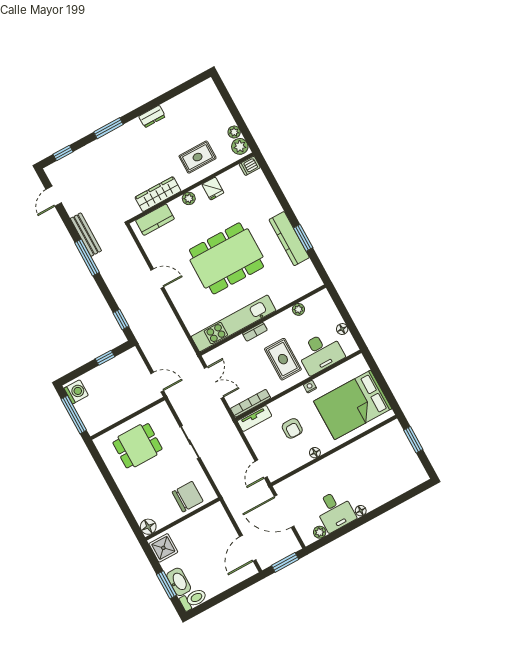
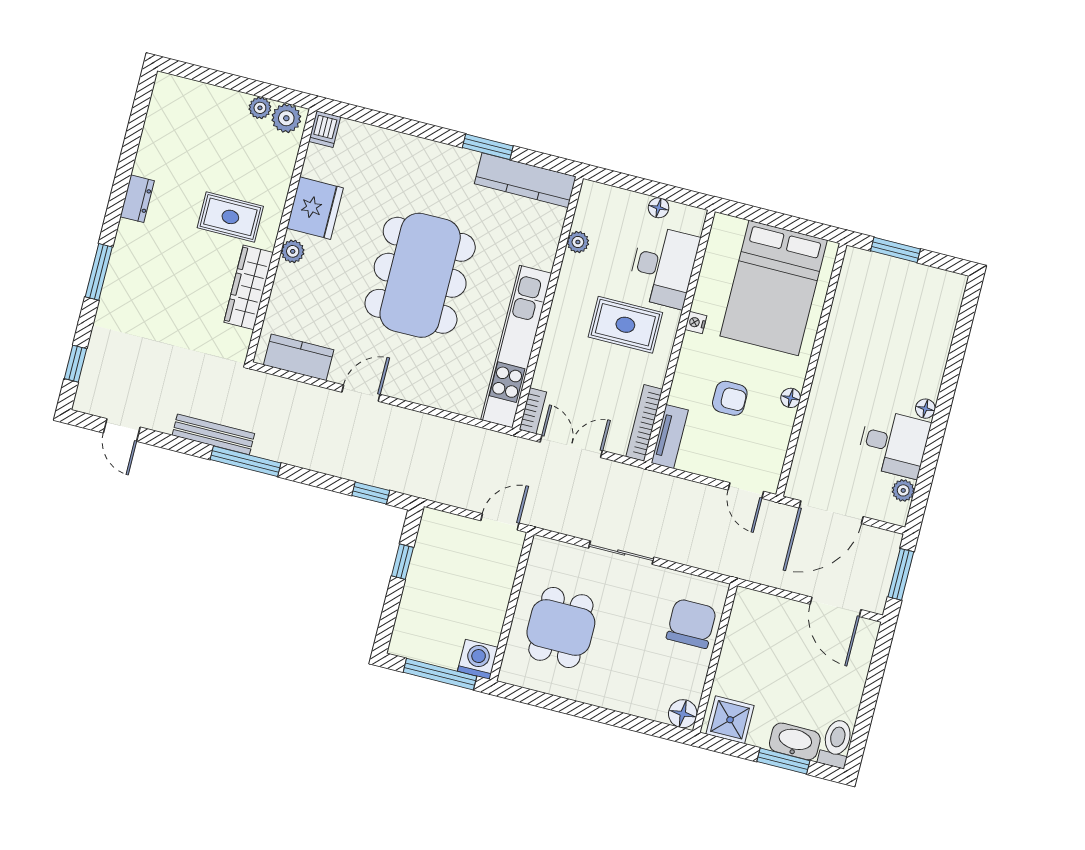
rug: (198, 157) -> (230, 217), moved, turned 90
fridge: (213, 189) -> (315, 208), width x1.88, depth x1.34
kitchen counter: (155, 220) -> (299, 357), moved, turned -90
kitchen counter: (289, 239) -> (525, 180), moved
bookcase: (255, 332) -> (533, 411), moved
washing machine: (76, 392) -> (478, 659), moved

